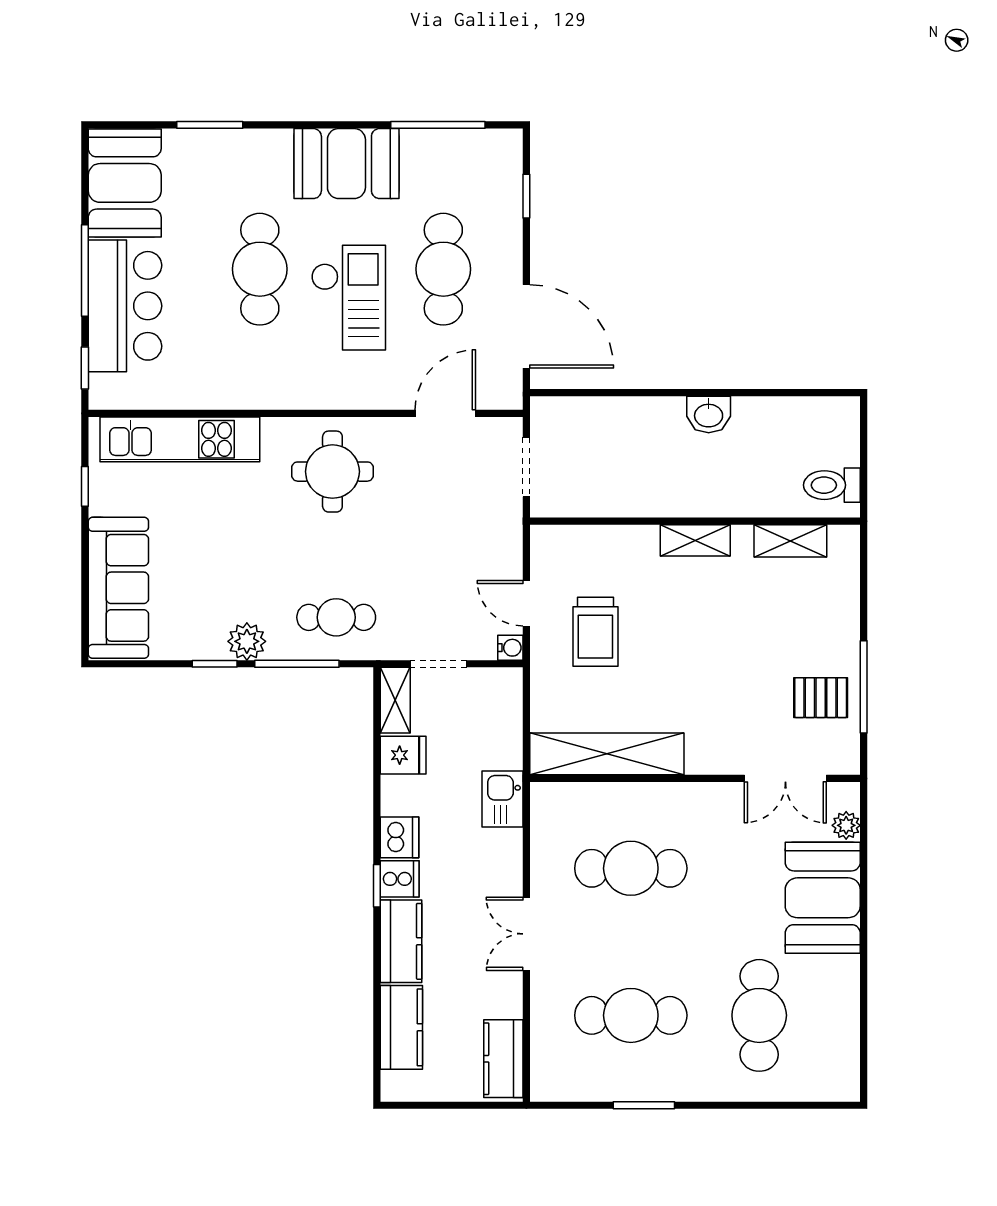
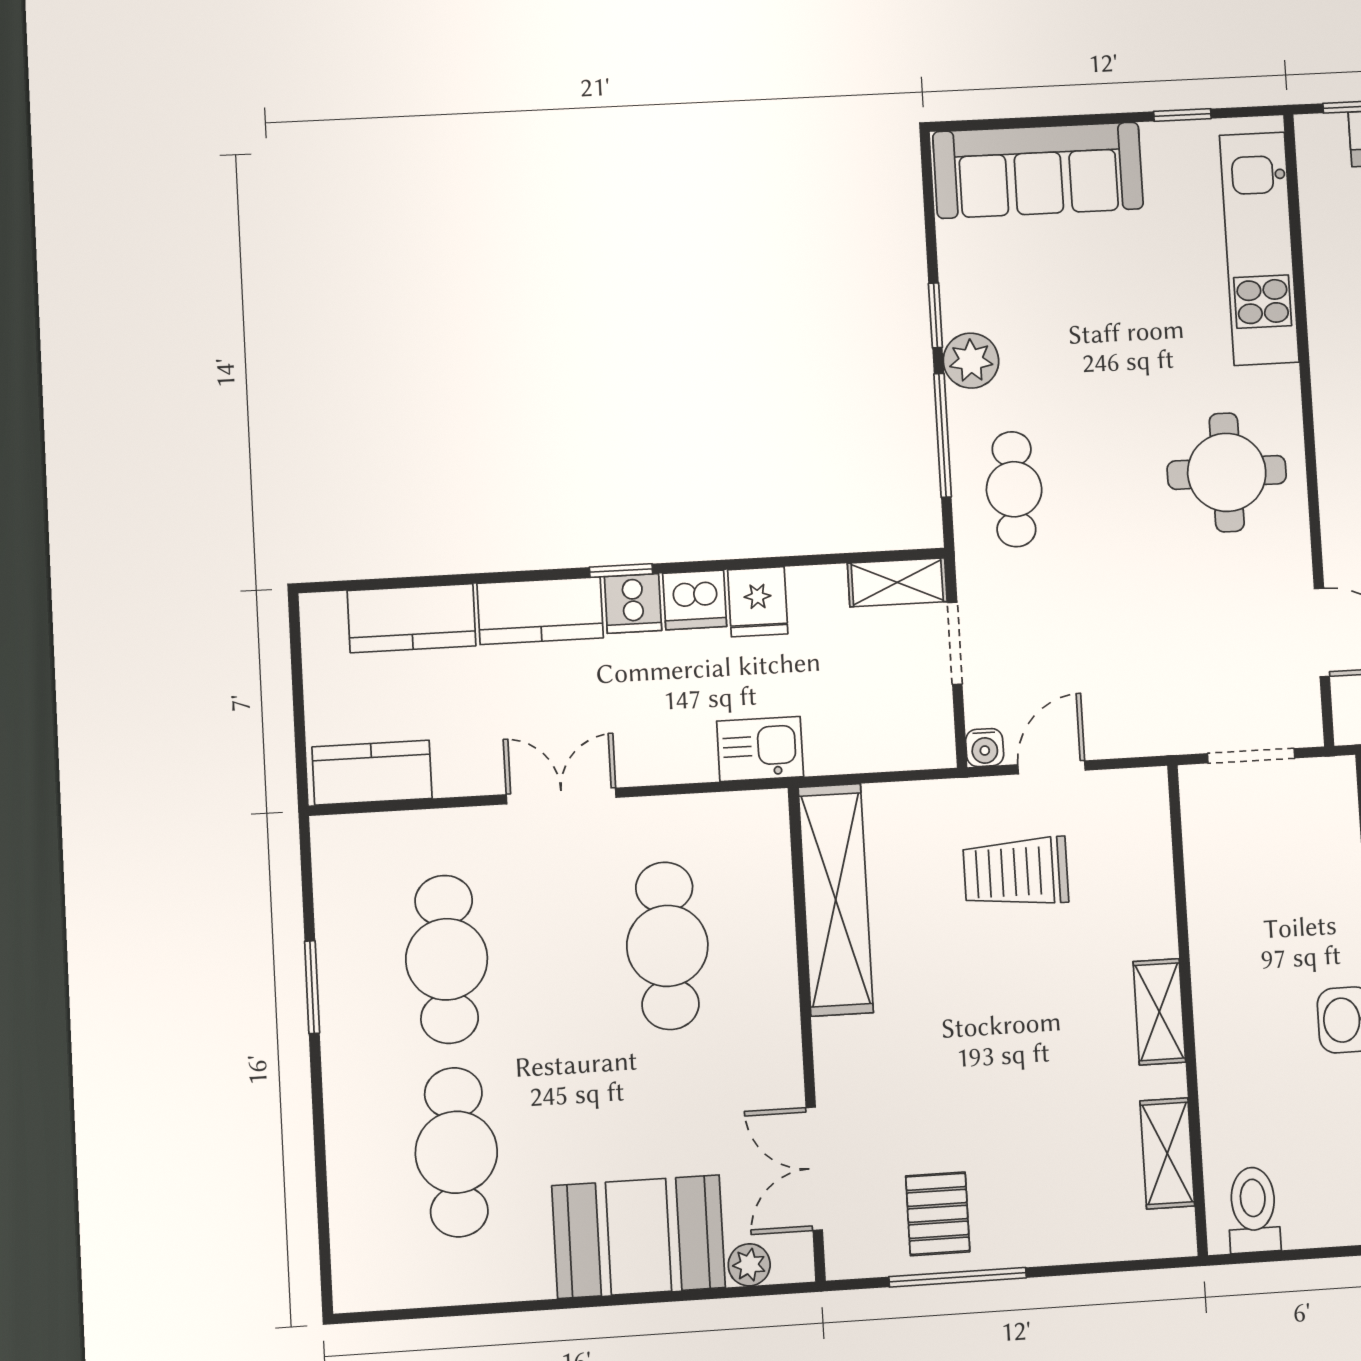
fridge: (403, 755) -> (758, 602), moved
cafe table: (759, 1015) -> (456, 1152), turned 90

